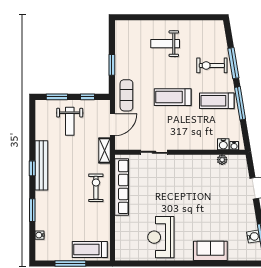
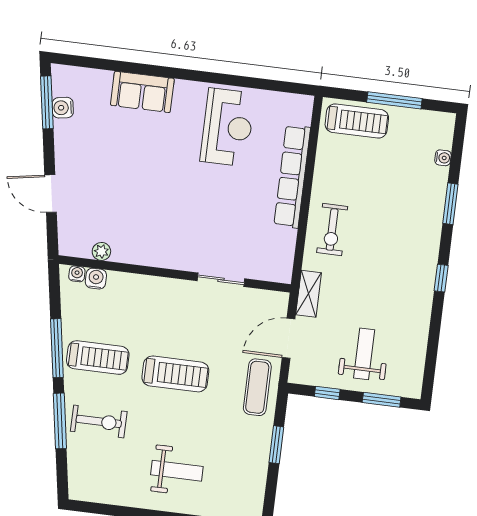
bench: (41, 165) -> (424, 281), removed
row of seats: (122, 187) -> (292, 176), moved

